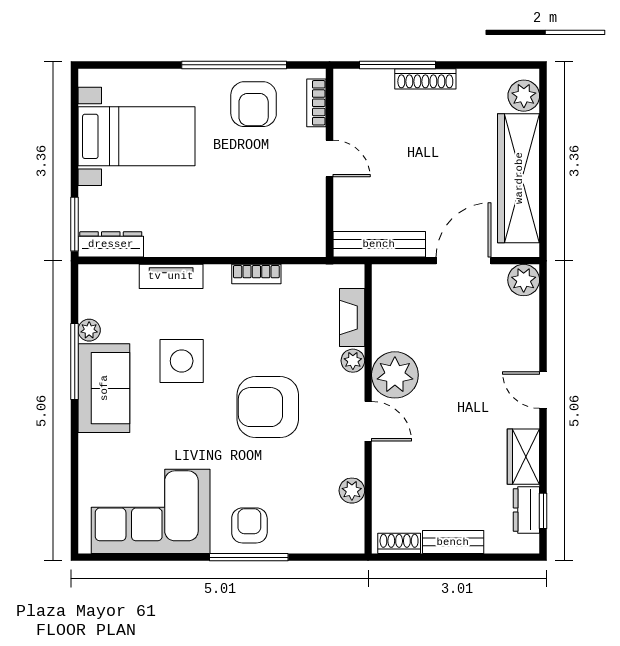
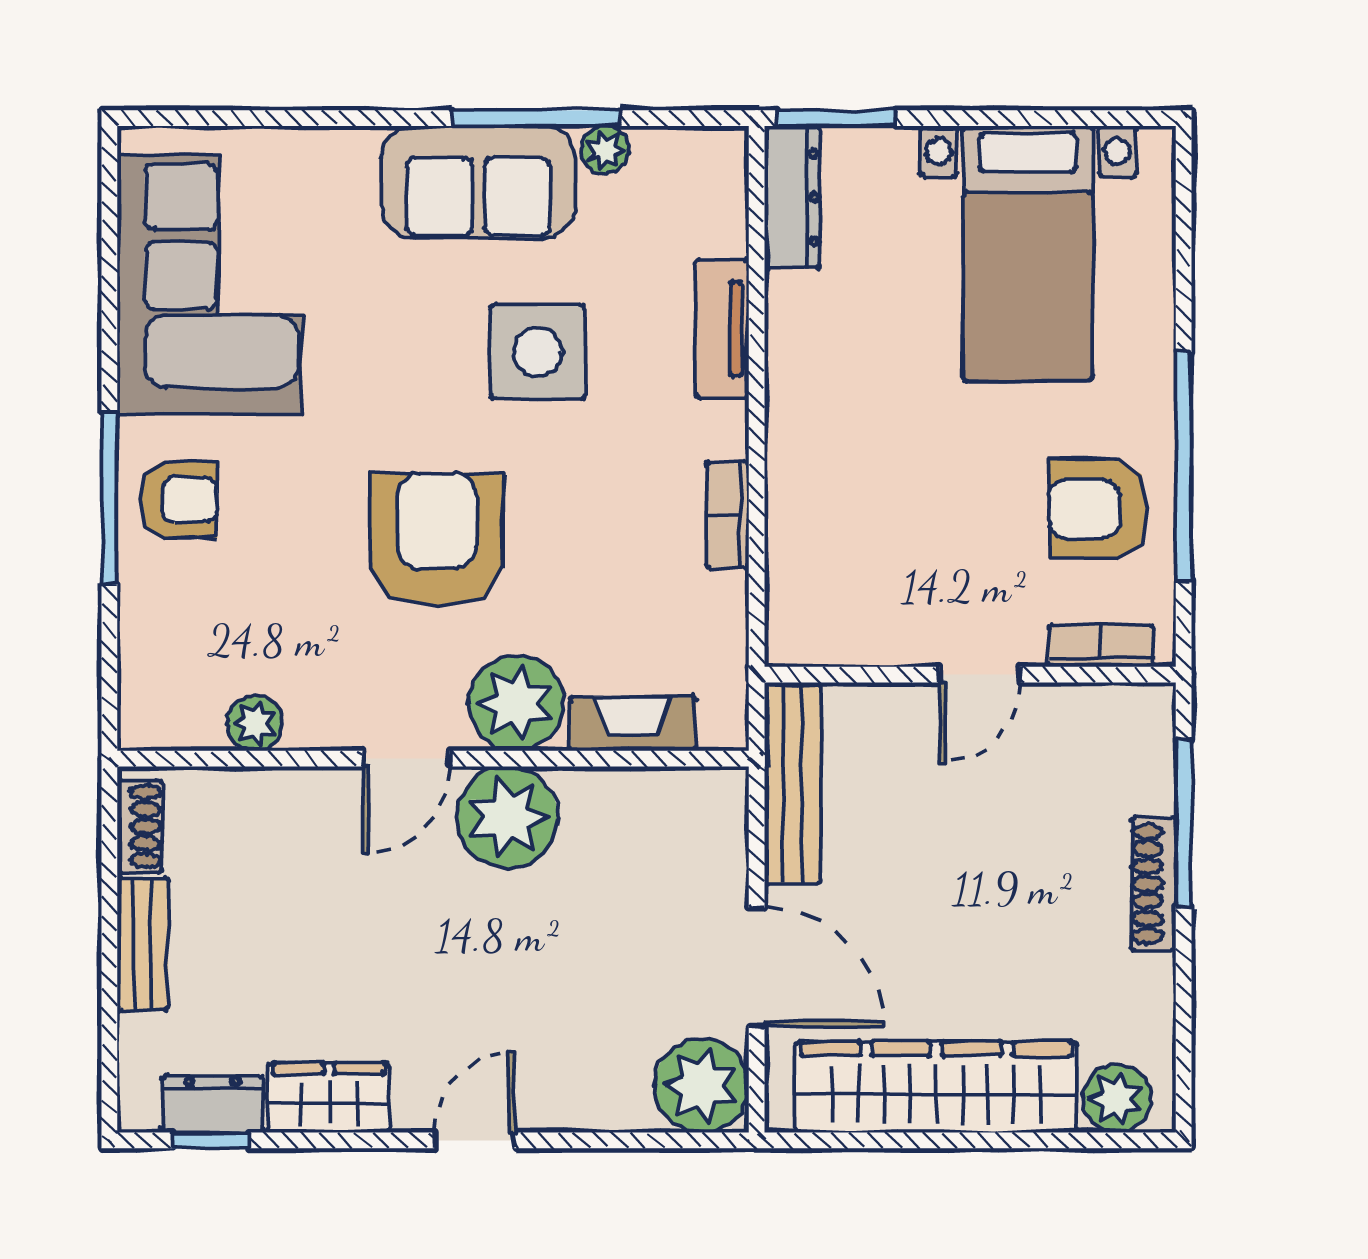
plant: (524, 280) -> (702, 1086), width x1.36, depth x1.36
plant: (353, 361) -> (516, 703), width x1.88, depth x1.88

